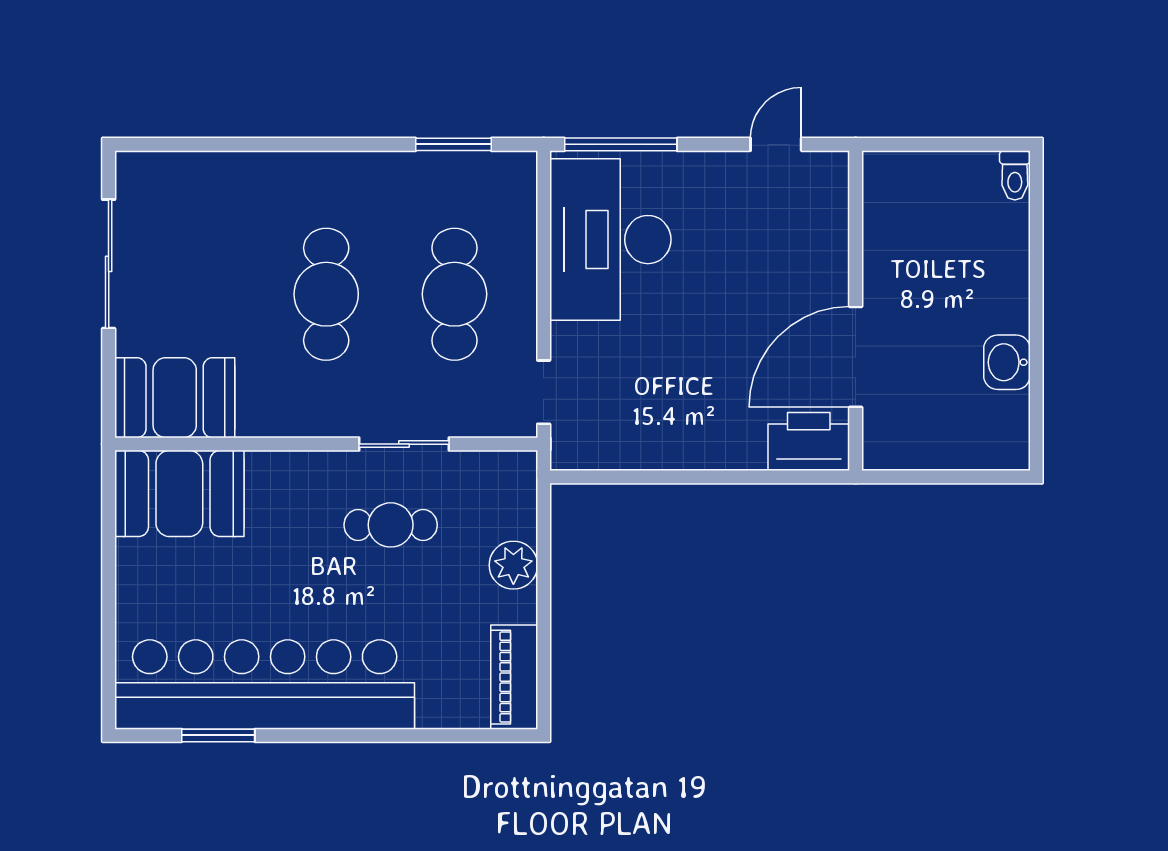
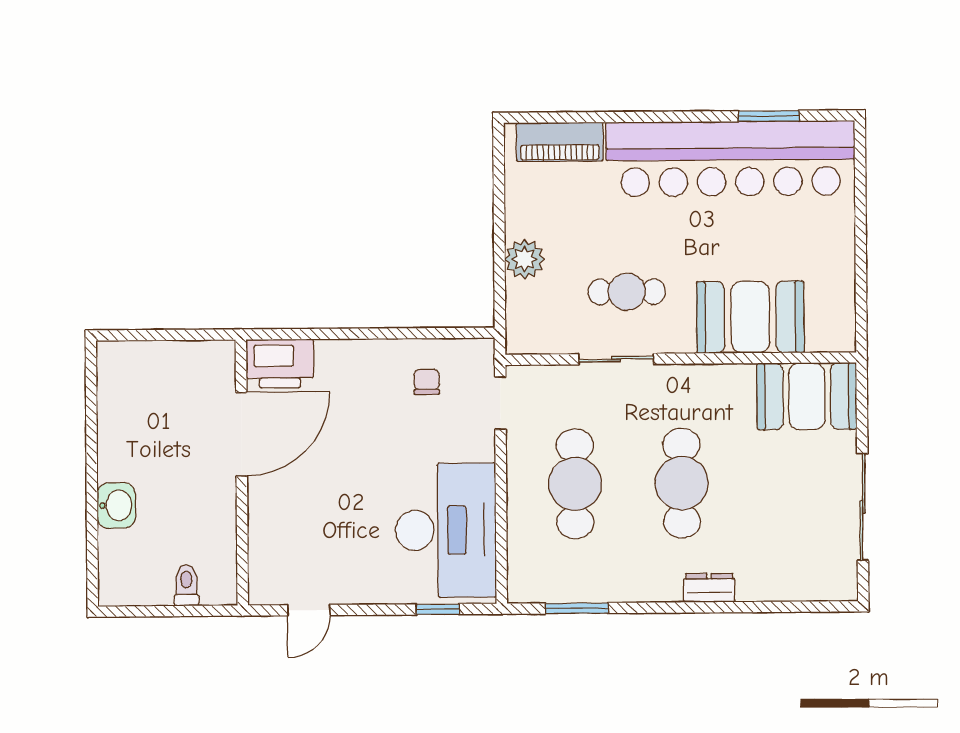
window: (621, 144) -> (438, 609), width x0.46
dresser: (294, 168) -> (709, 588), added
toilet: (1015, 175) -> (186, 585), moved
washbasin: (1007, 362) -> (116, 505), moved
chair: (632, 418) -> (427, 382), added
booth: (179, 493) -> (750, 317), moved
piano: (514, 677) -> (560, 142), moved, turned 90

